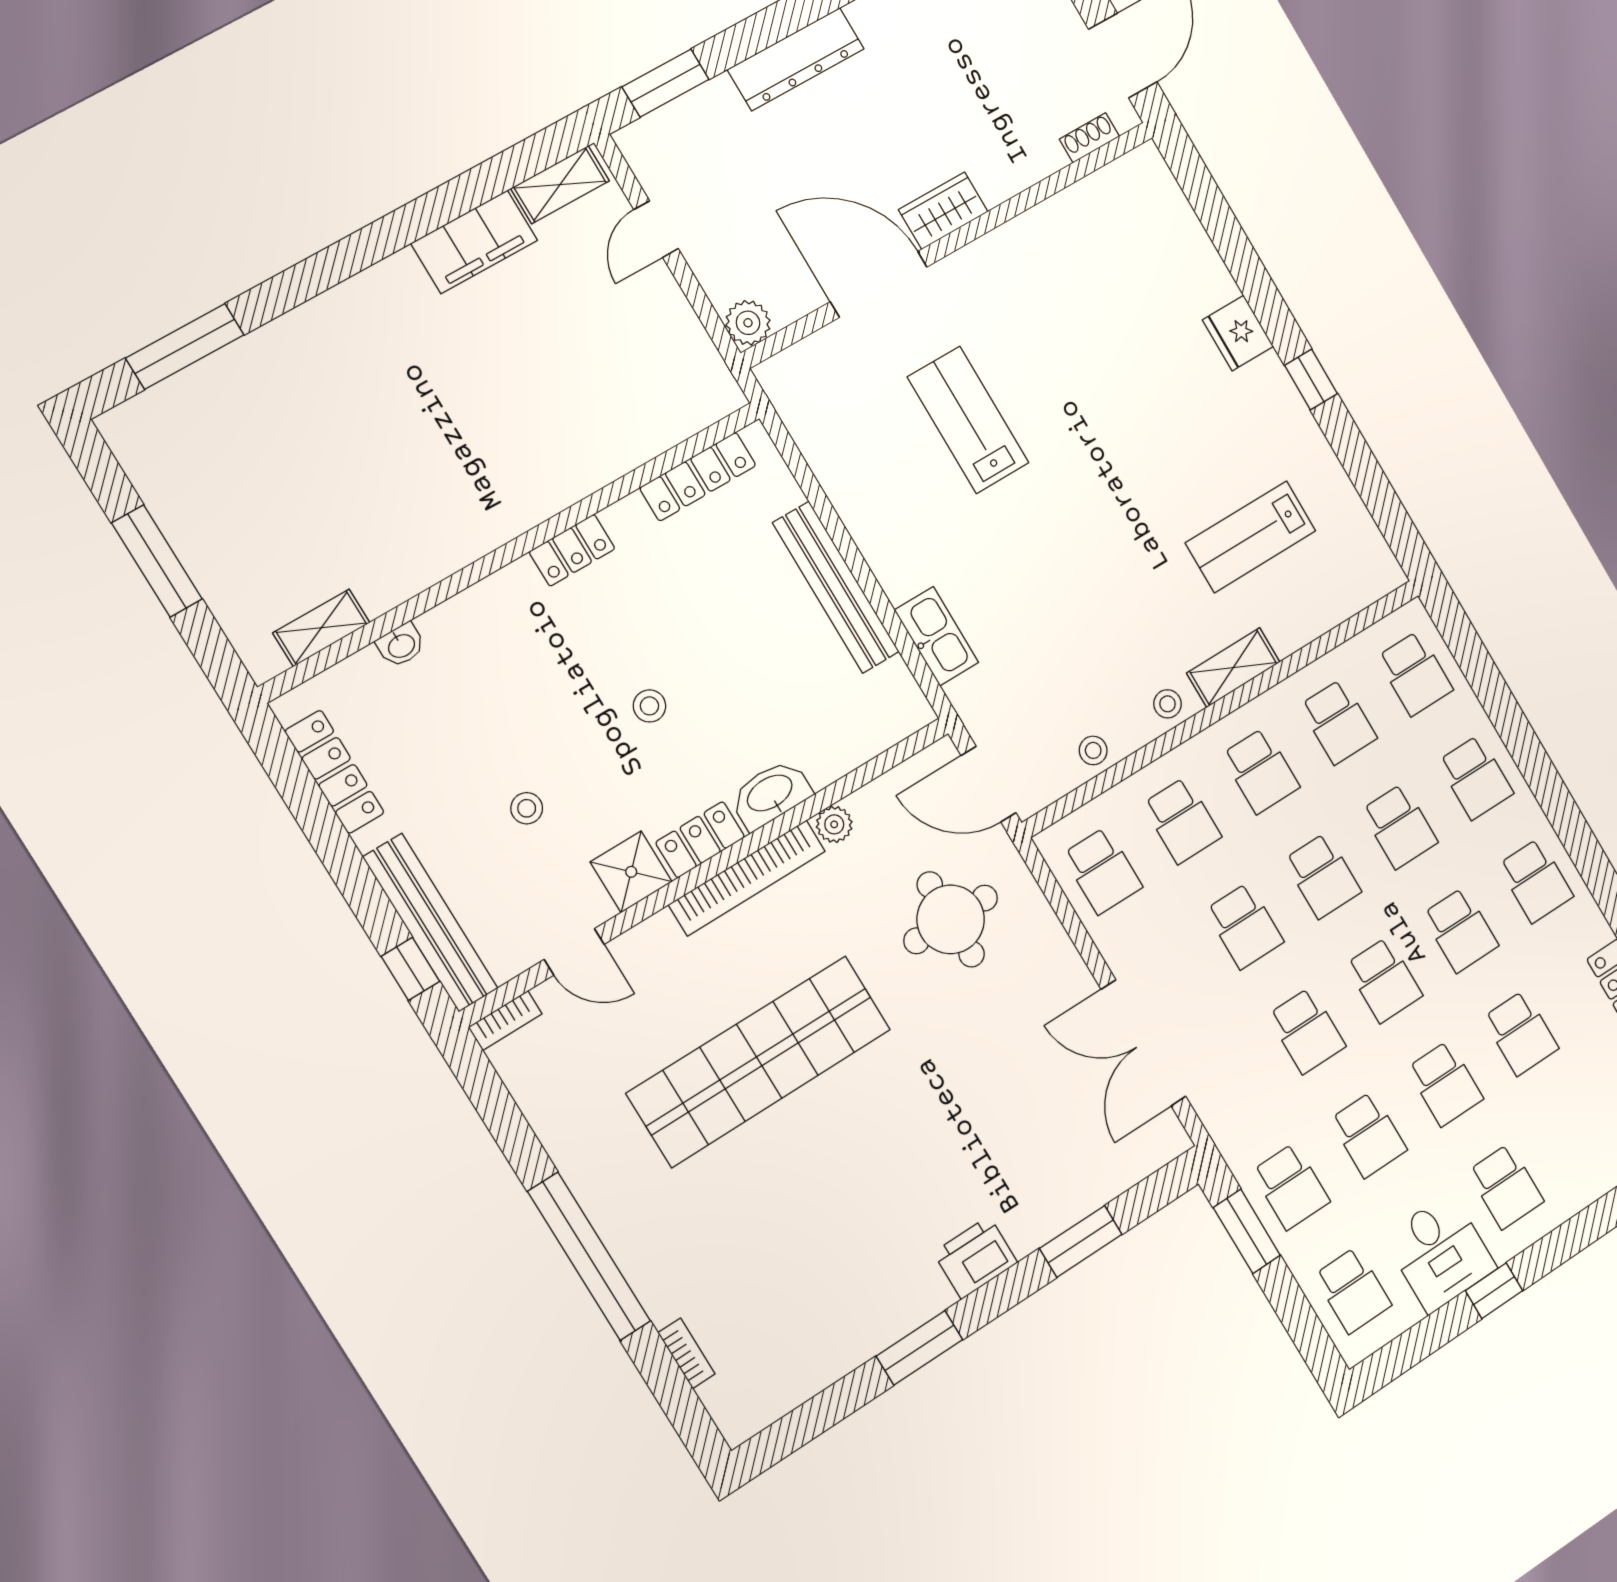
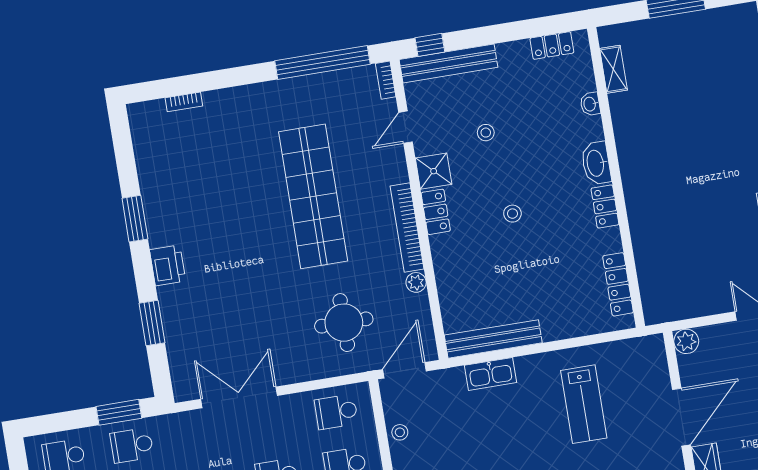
lab bench: (968, 420) -> (584, 404), moved, turned 90
bench: (836, 587) -> (493, 339), moved
locker: (335, 772) -> (552, 45), width x0.66
washbasin: (770, 794) -> (596, 163), moved, turned 180
window: (589, 1256) -> (323, 62), moved

